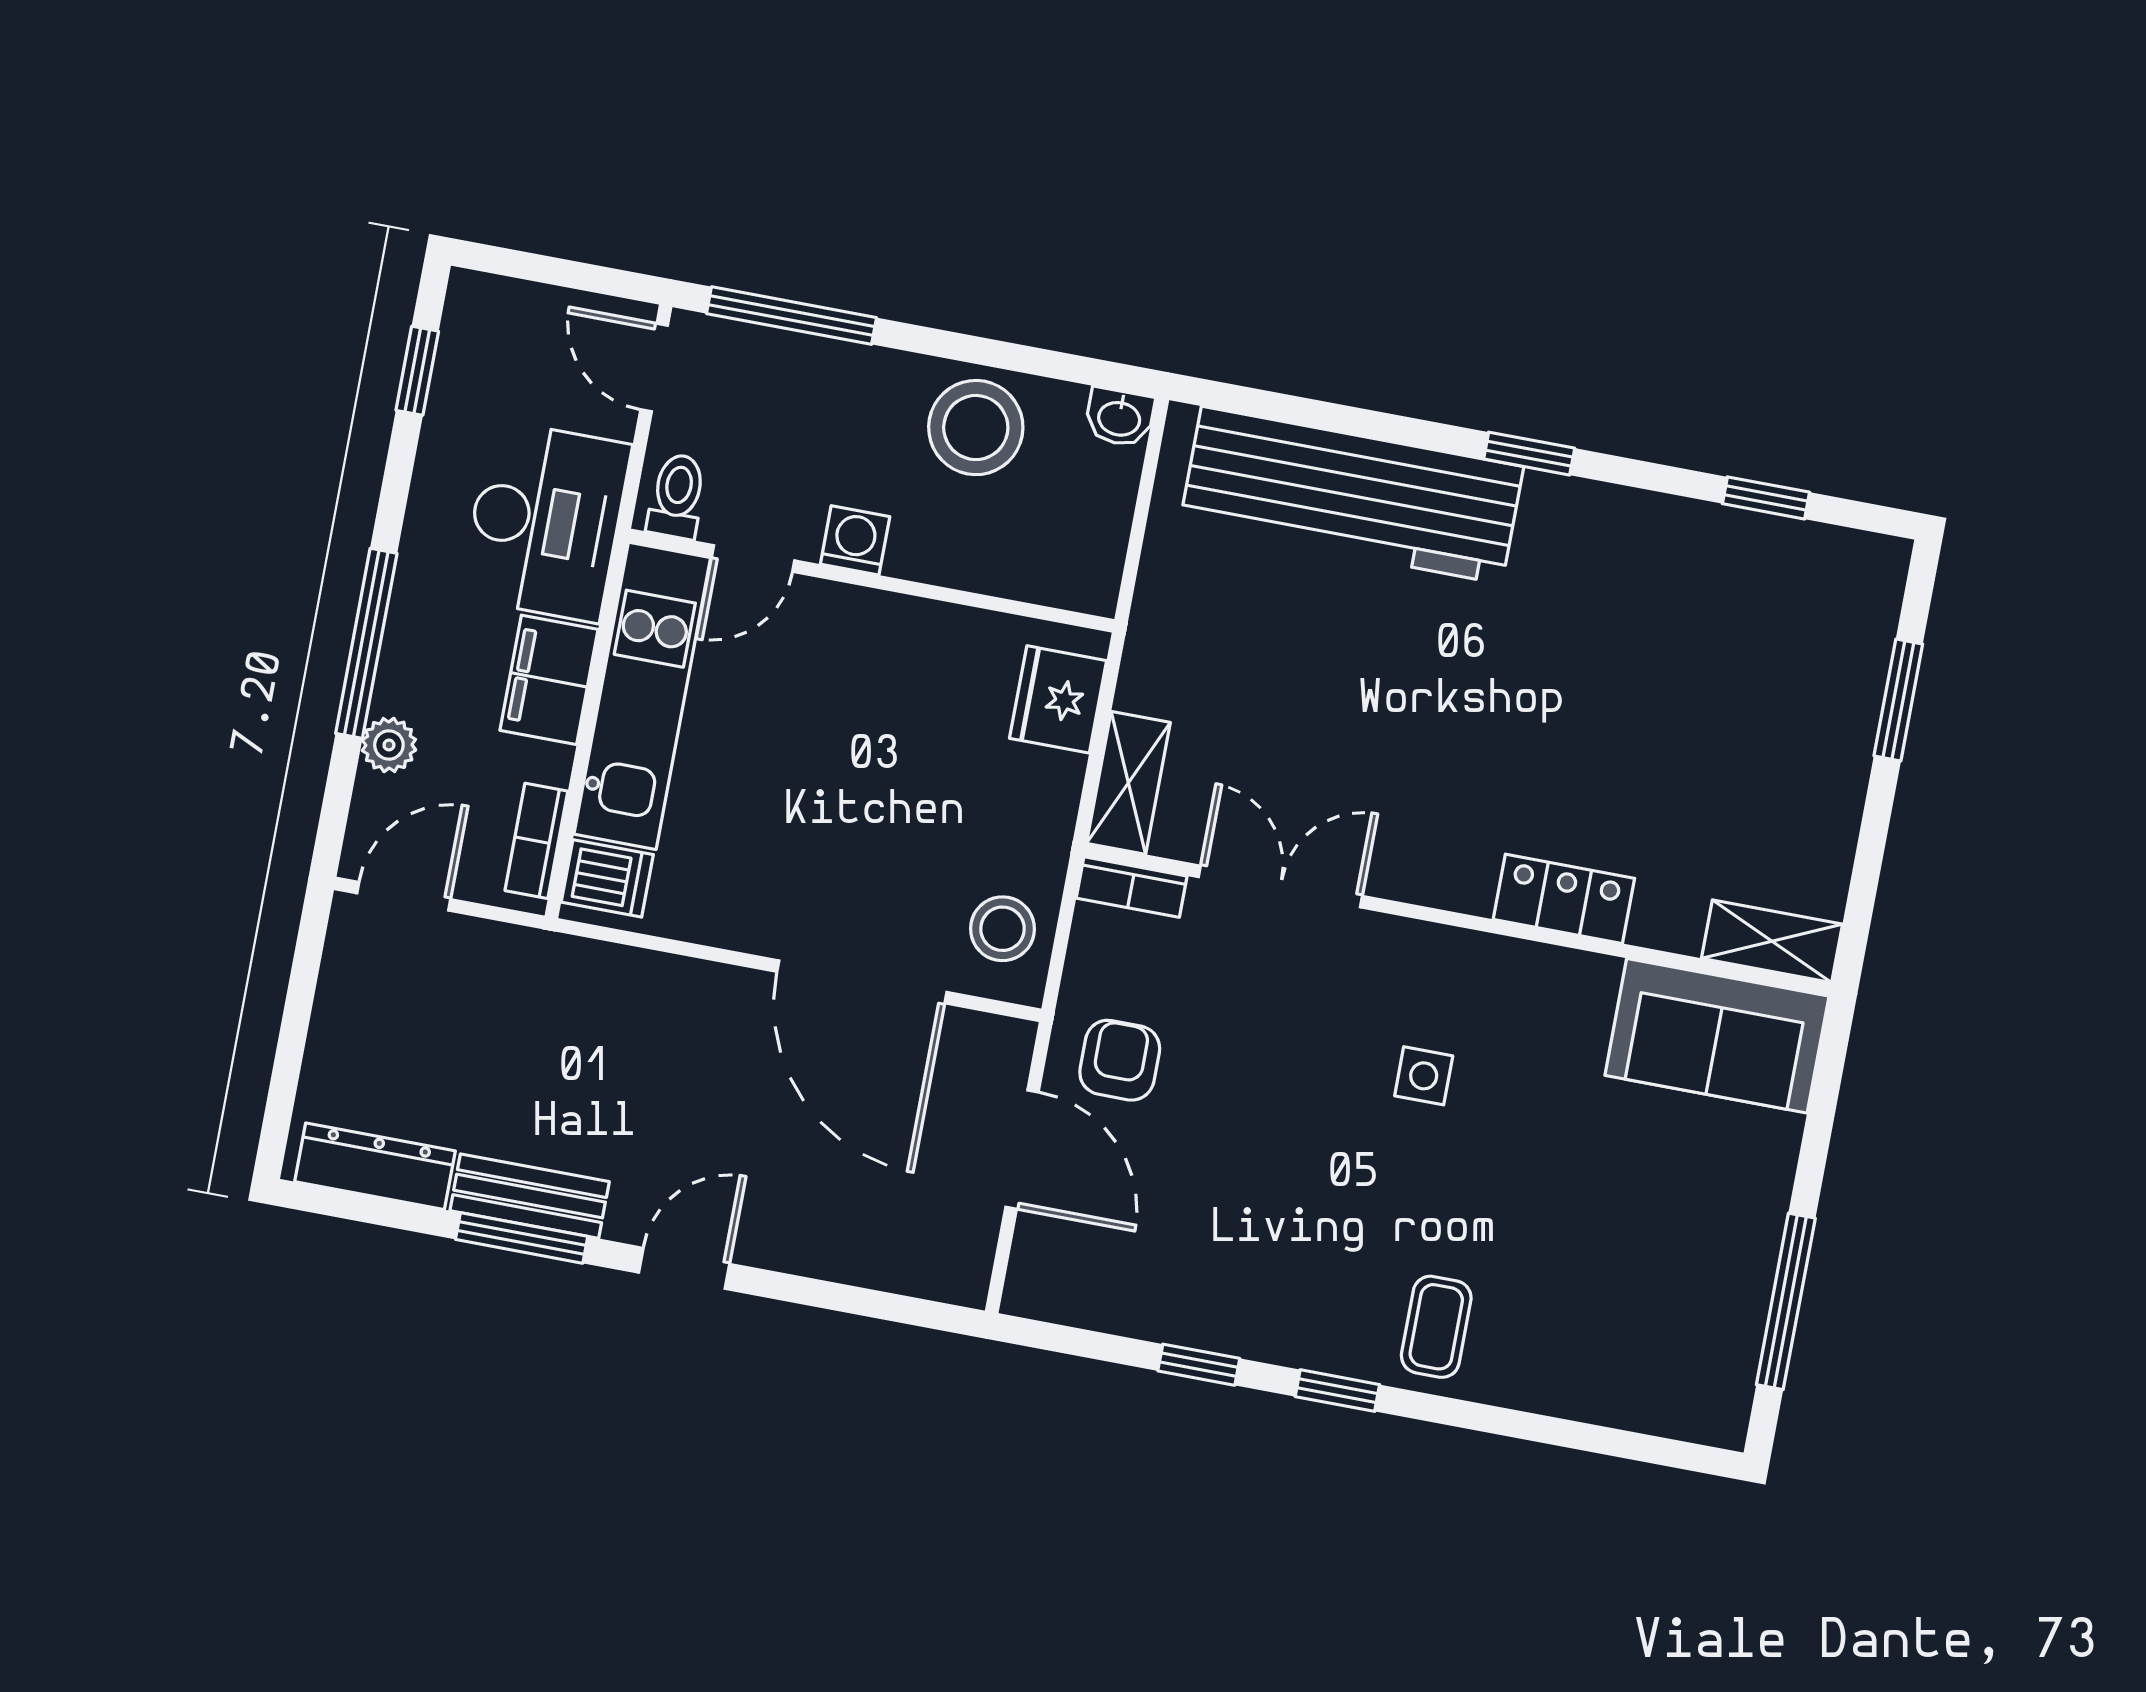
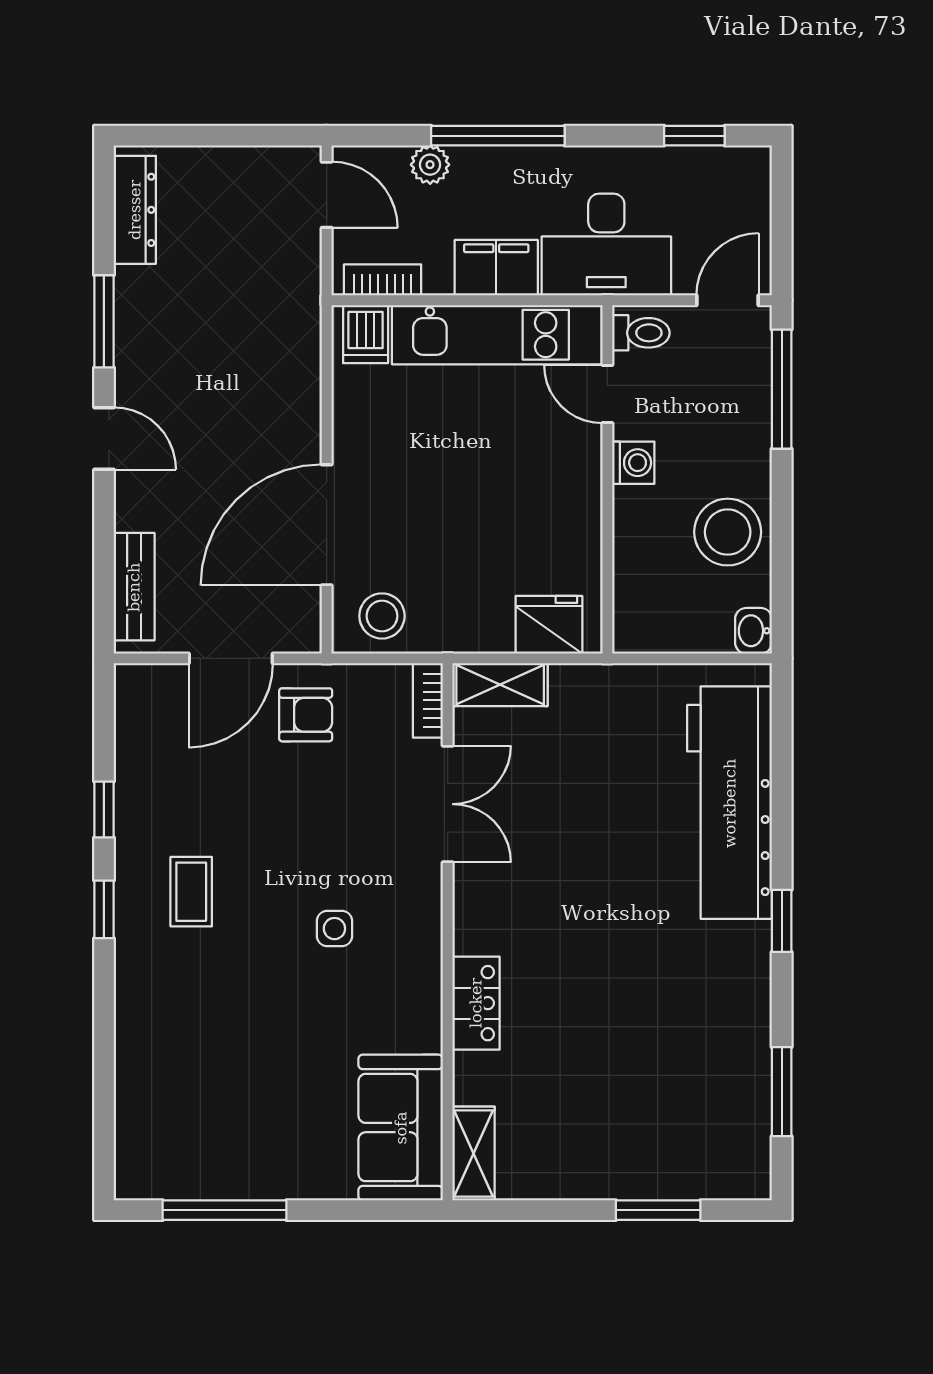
window: (1766, 498) -> (782, 1092), width x1.50
bench: (530, 1196) -> (134, 587), moved
coffee table: (1436, 1327) -> (191, 892), moved, turned 90

